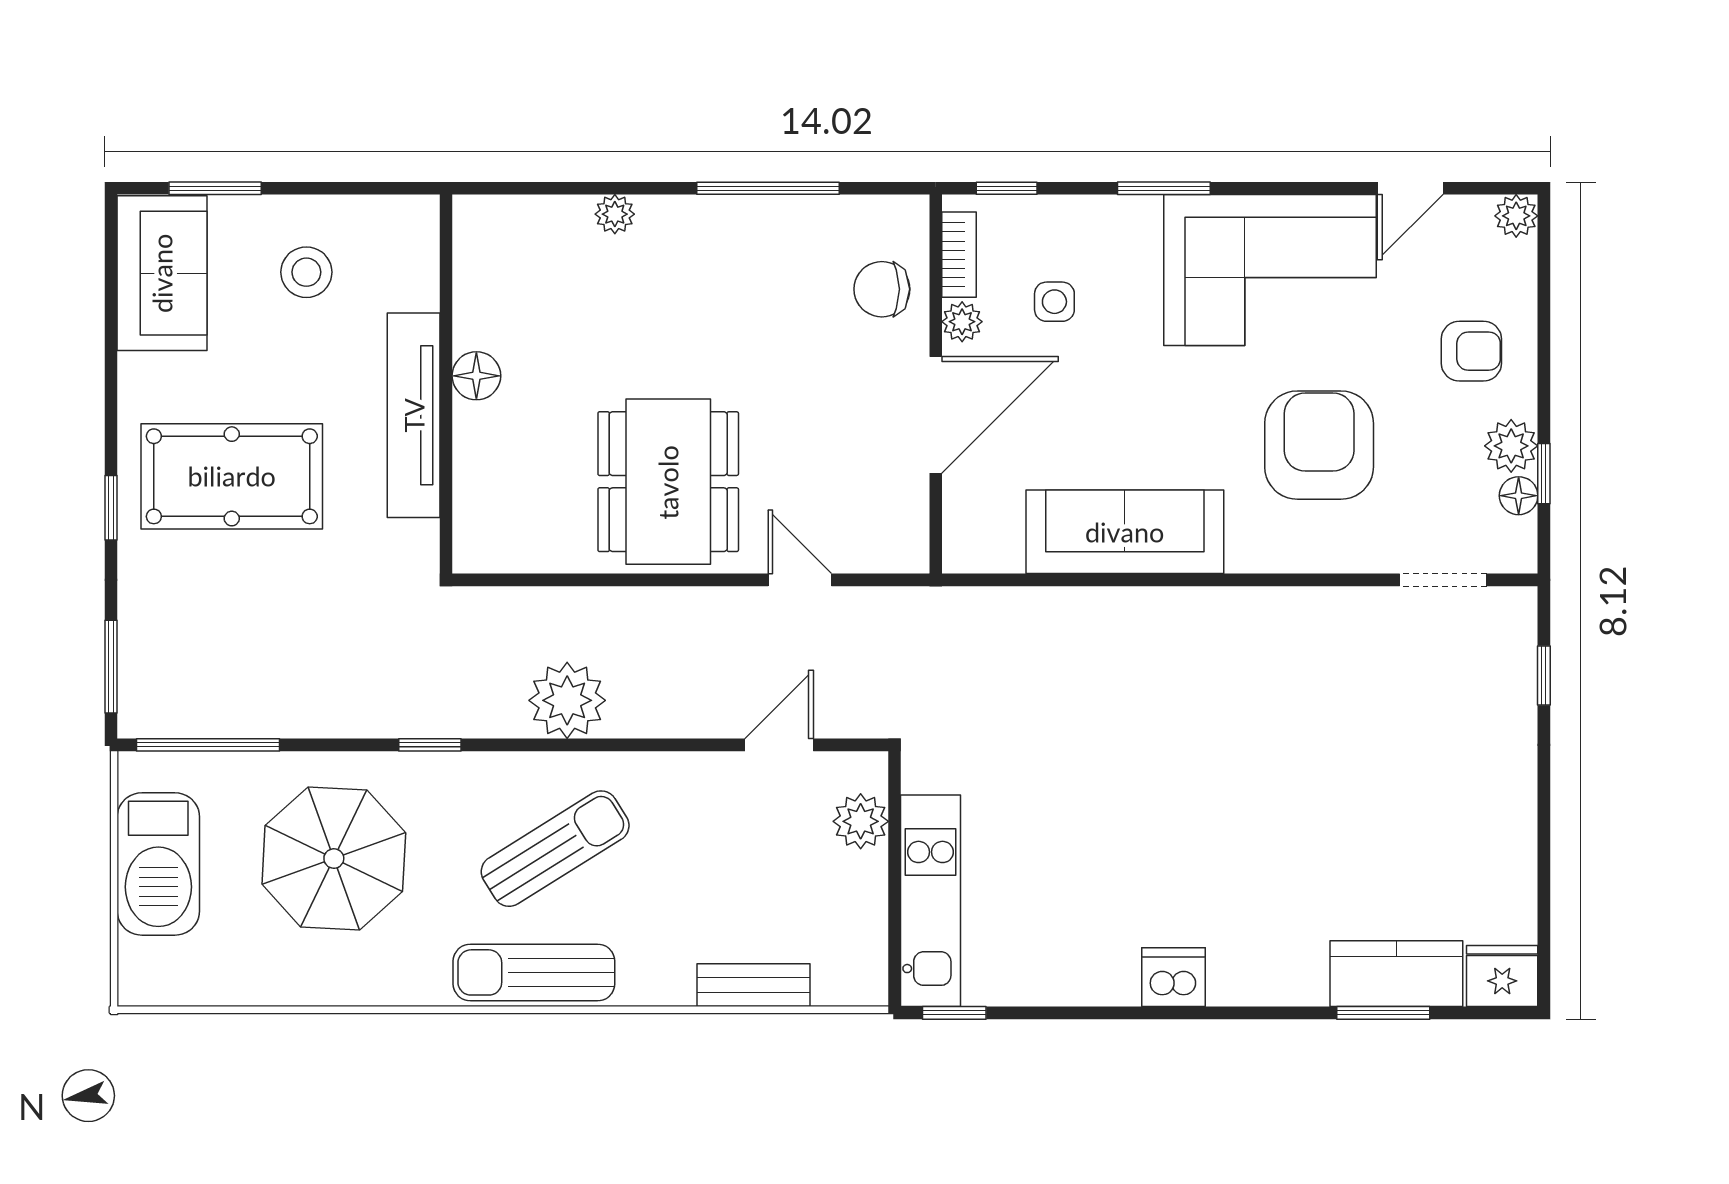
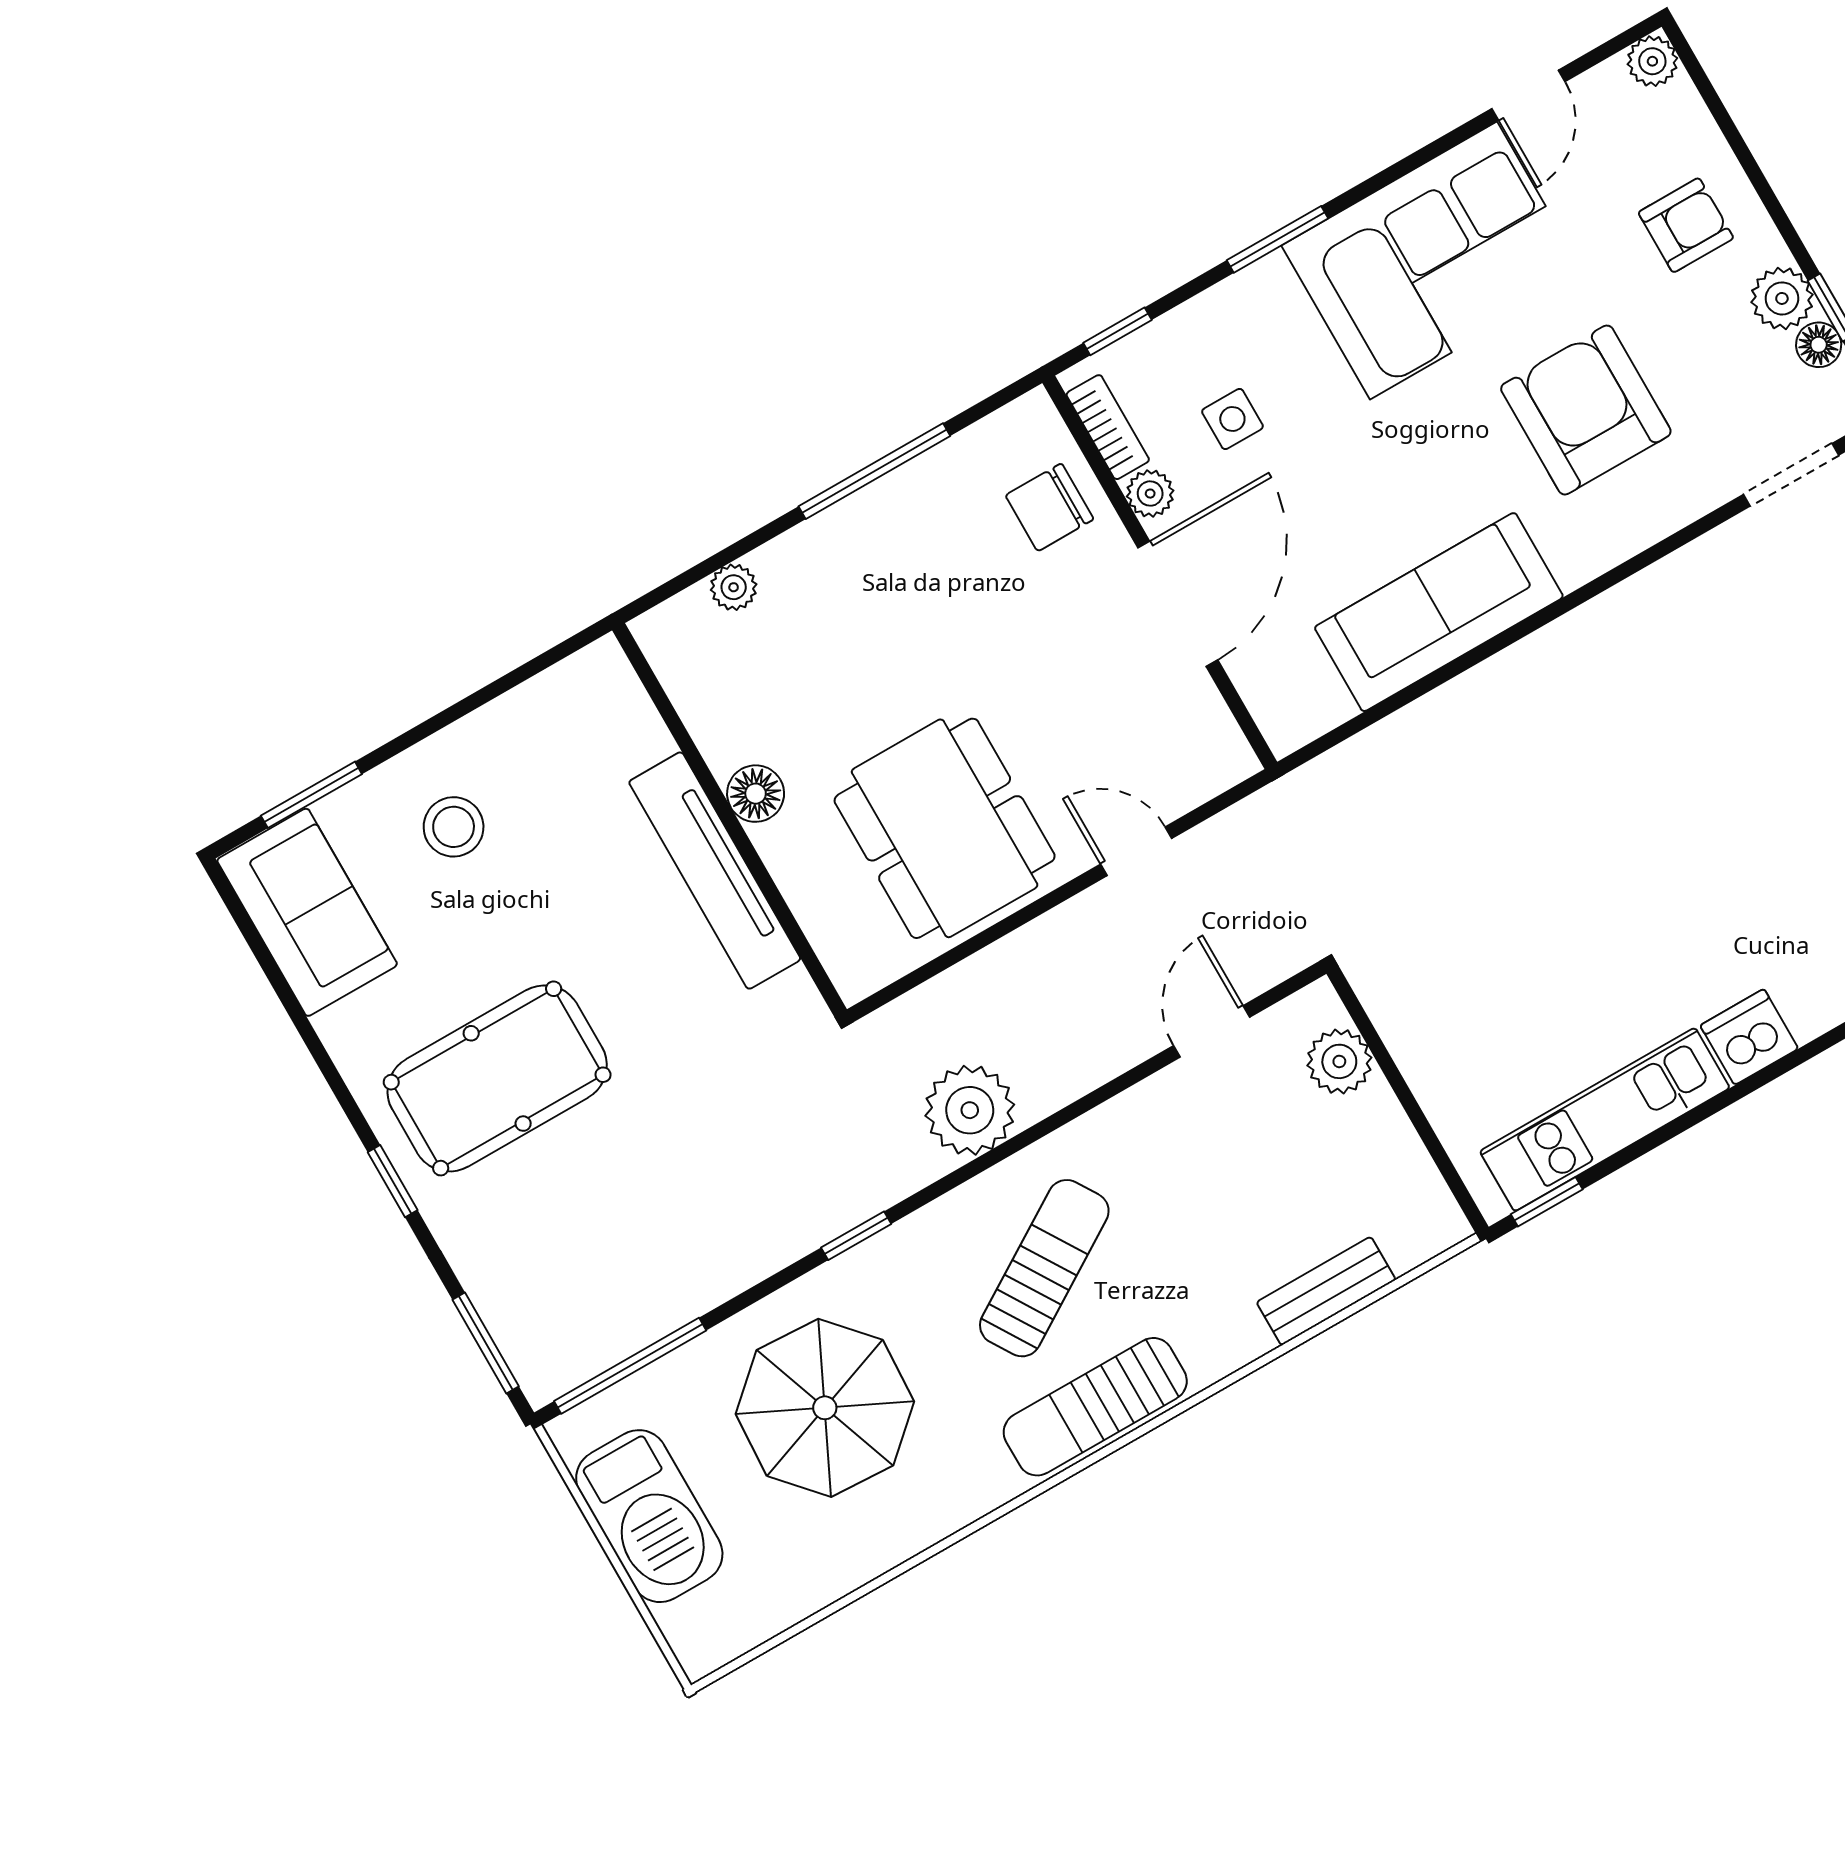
floor lamp: (476, 376) -> (756, 794), moved
wall: (446, 384) -> (729, 820), moved
tv unit: (414, 415) -> (715, 871), moved
kitchen unit: (930, 901) -> (1605, 1120), moved, turned -90

